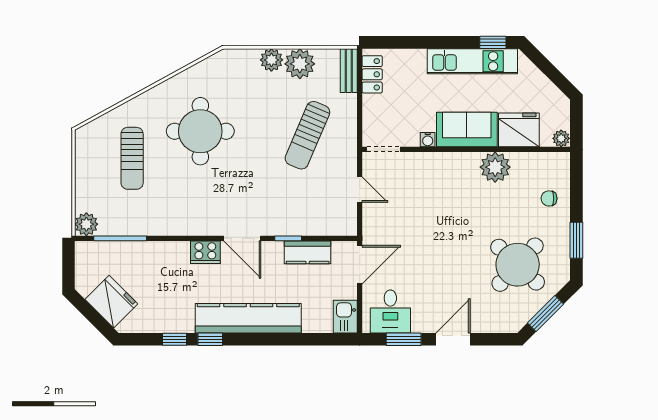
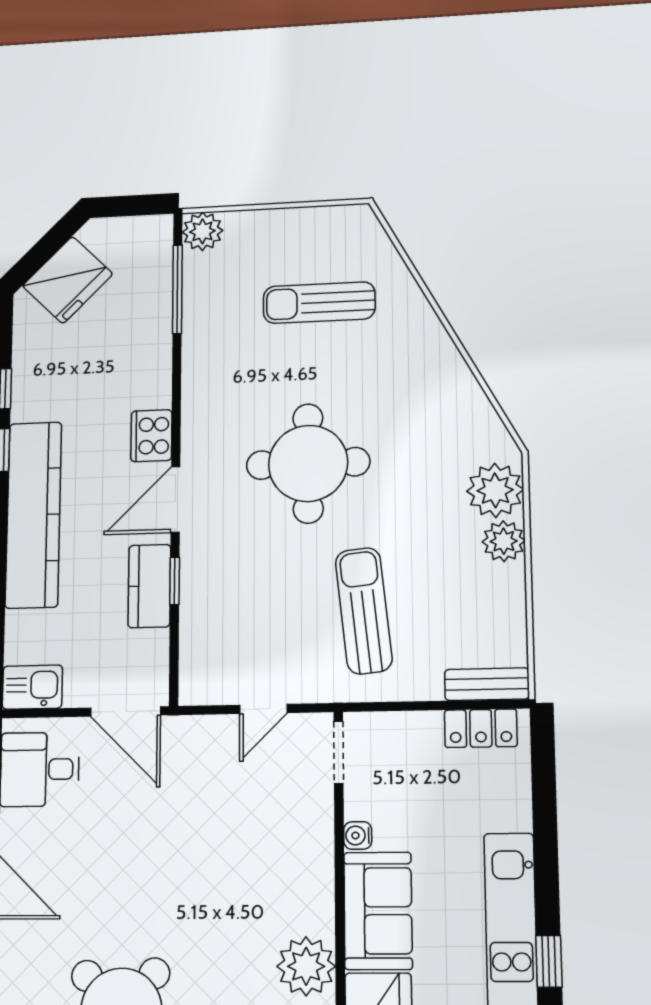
plant: (300, 64) -> (495, 490), moved
round table: (200, 131) -> (308, 463), moved
sun lounger: (307, 135) -> (364, 611), turned 61
kitchen counter: (308, 252) -> (149, 586), moved

